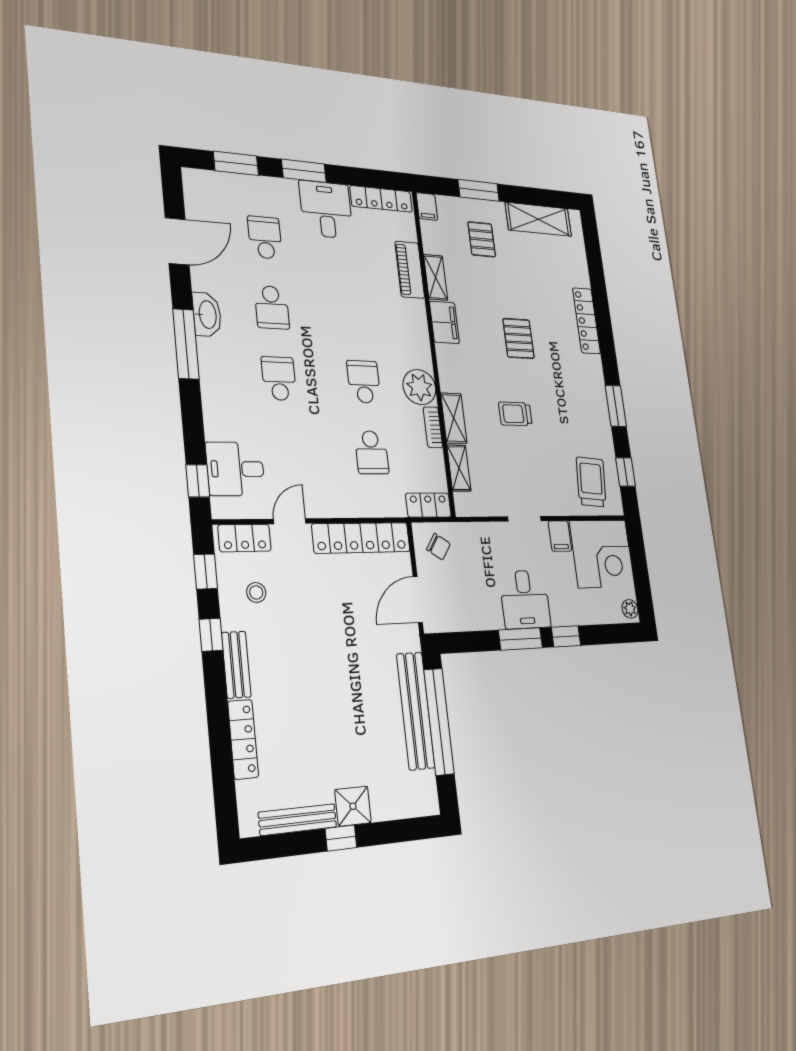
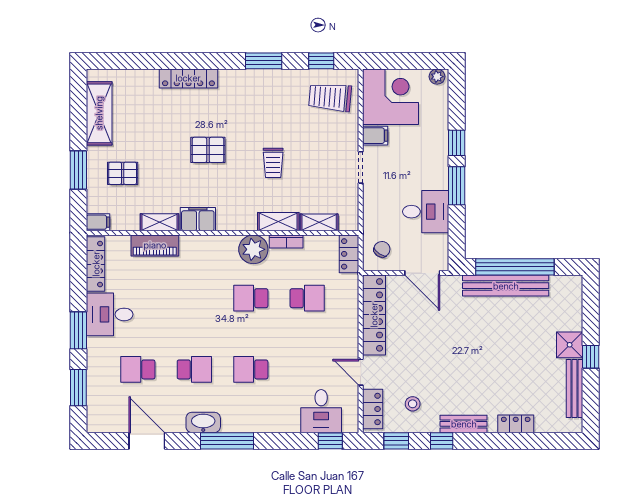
desk: (525, 599) -> (426, 212), moved
locker: (243, 739) -> (516, 424), width x0.66

